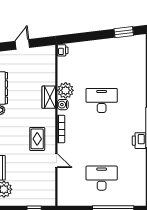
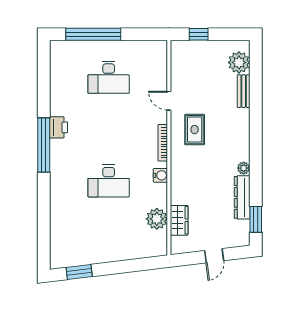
printer: (63, 50) -> (161, 248), removed
plant: (66, 90) -> (157, 219), moved
wardrobe: (49, 97) -> (179, 220), moved

